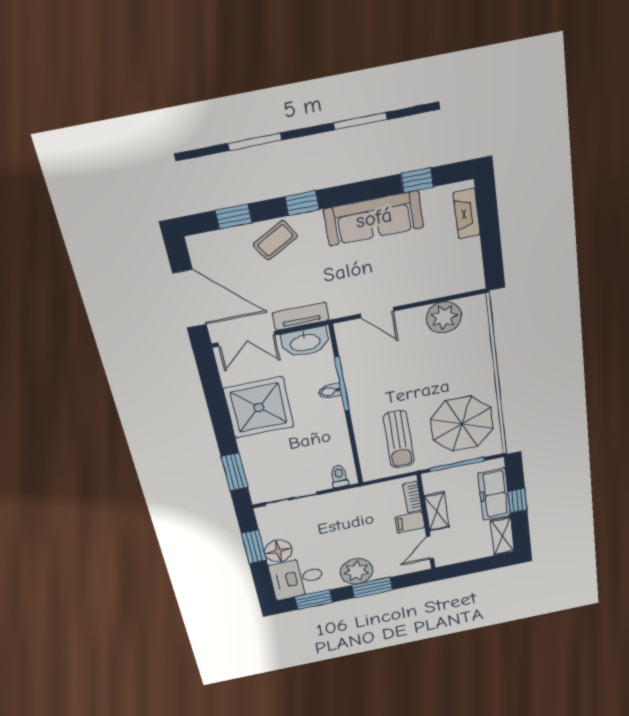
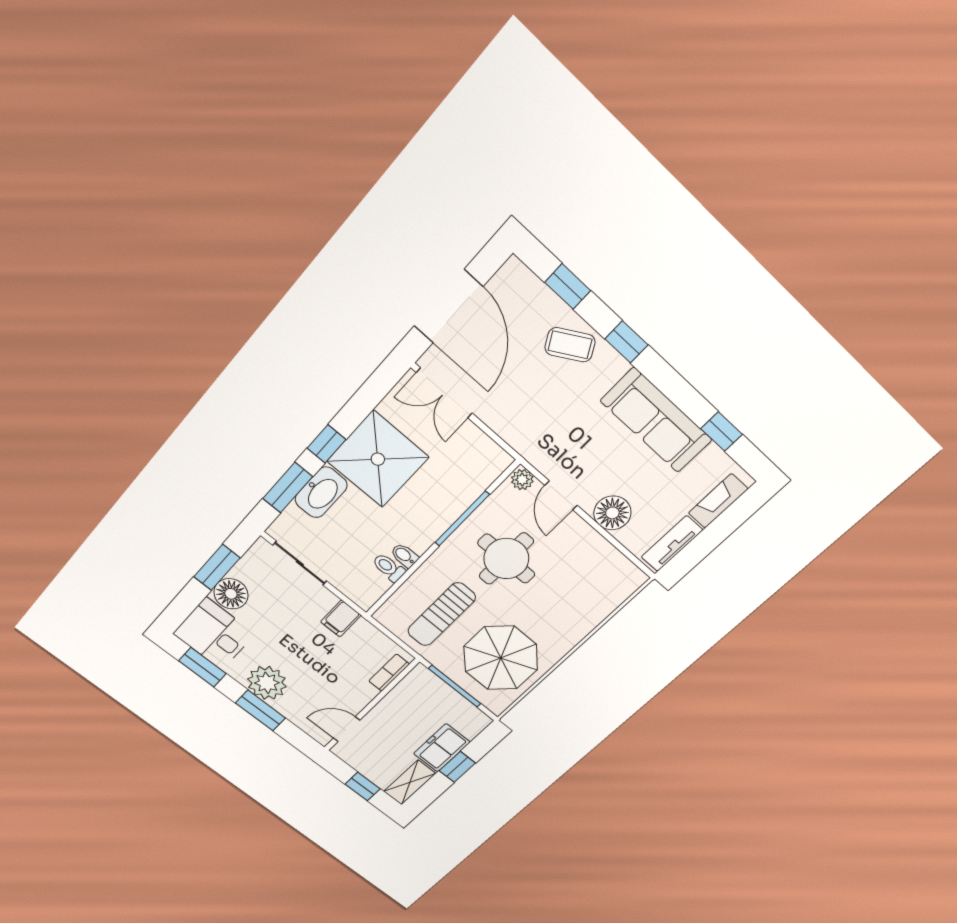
floor lamp: (417, 288) -> (612, 513), added
tv unit: (301, 316) -> (672, 544), moved, turned -90
plant: (444, 317) -> (522, 480), moved, width x0.53, depth x0.53
washbasin: (305, 342) -> (321, 492), moved, turned -90
round table: (393, 375) -> (506, 559), added
bidet: (330, 391) -> (404, 555), moved
window: (224, 431) -> (326, 444), added
toilet: (339, 476) -> (389, 568), moved, turned -90
freezer: (494, 494) -> (442, 748), width x0.71
shelving: (437, 512) -> (390, 706), removed
filing cabinet: (410, 522) -> (341, 619), moved, turned -90
window: (479, 565) -> (363, 786), added

